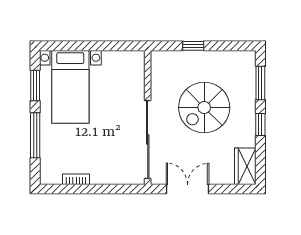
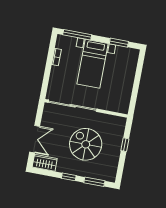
bed with nightstands: (70, 87) -> (92, 64), moved, turned -90
window: (35, 135) -> (77, 35), moved
double door: (188, 189) -> (35, 139), moved

